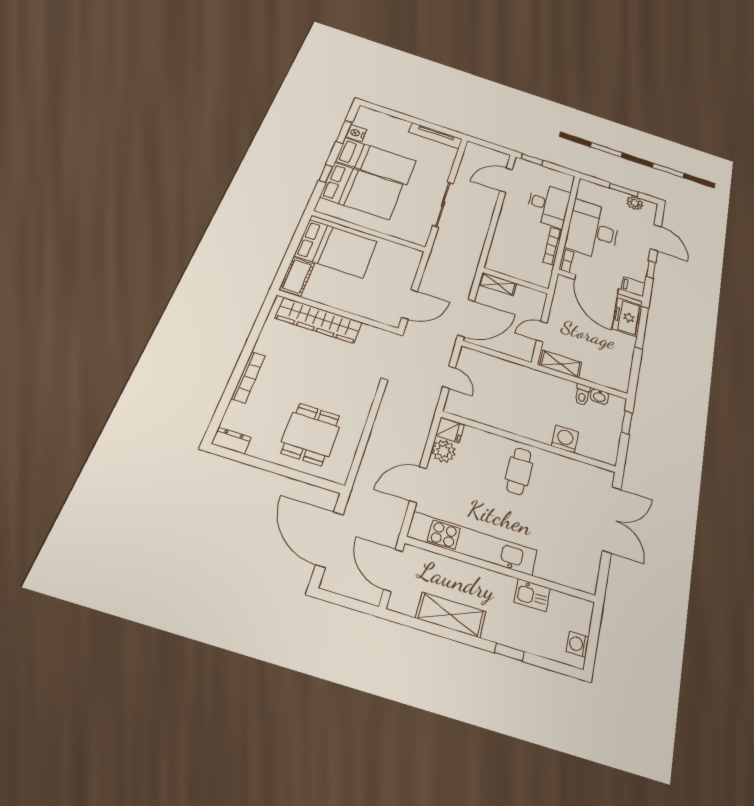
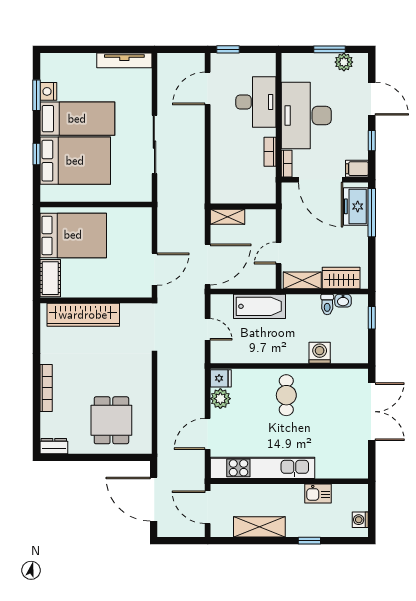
bookcase: (553, 246) -> (270, 152), width x0.64
bathtub: (510, 373) -> (260, 306), added
wardrobe: (601, 375) -> (341, 278), added

